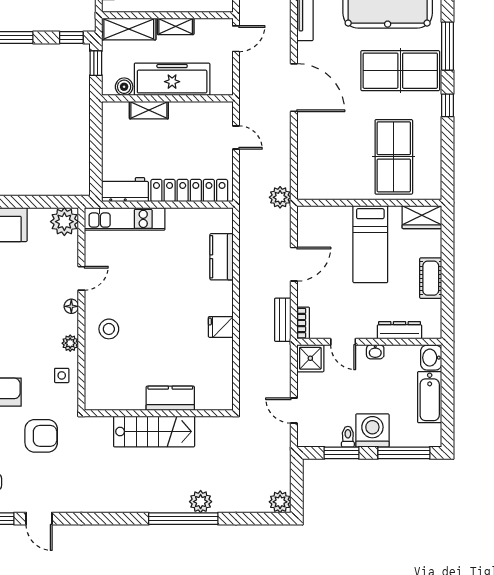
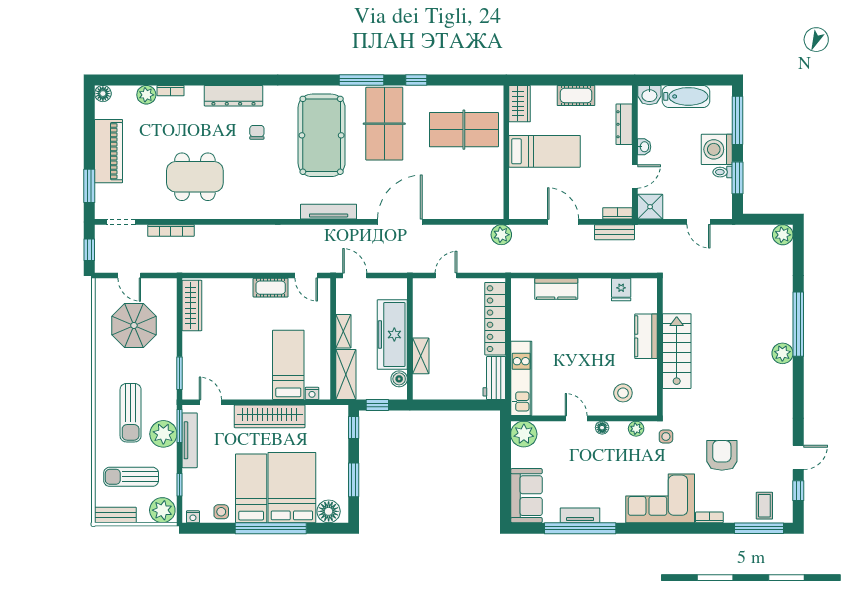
kitchen counter: (170, 398) -> (646, 336), moved
door: (294, 411) -> (698, 222), hinge flipped
wall: (159, 413) -> (660, 347), moved
stairs: (154, 432) -> (677, 351), moved
plant: (201, 502) -> (782, 353), moved

